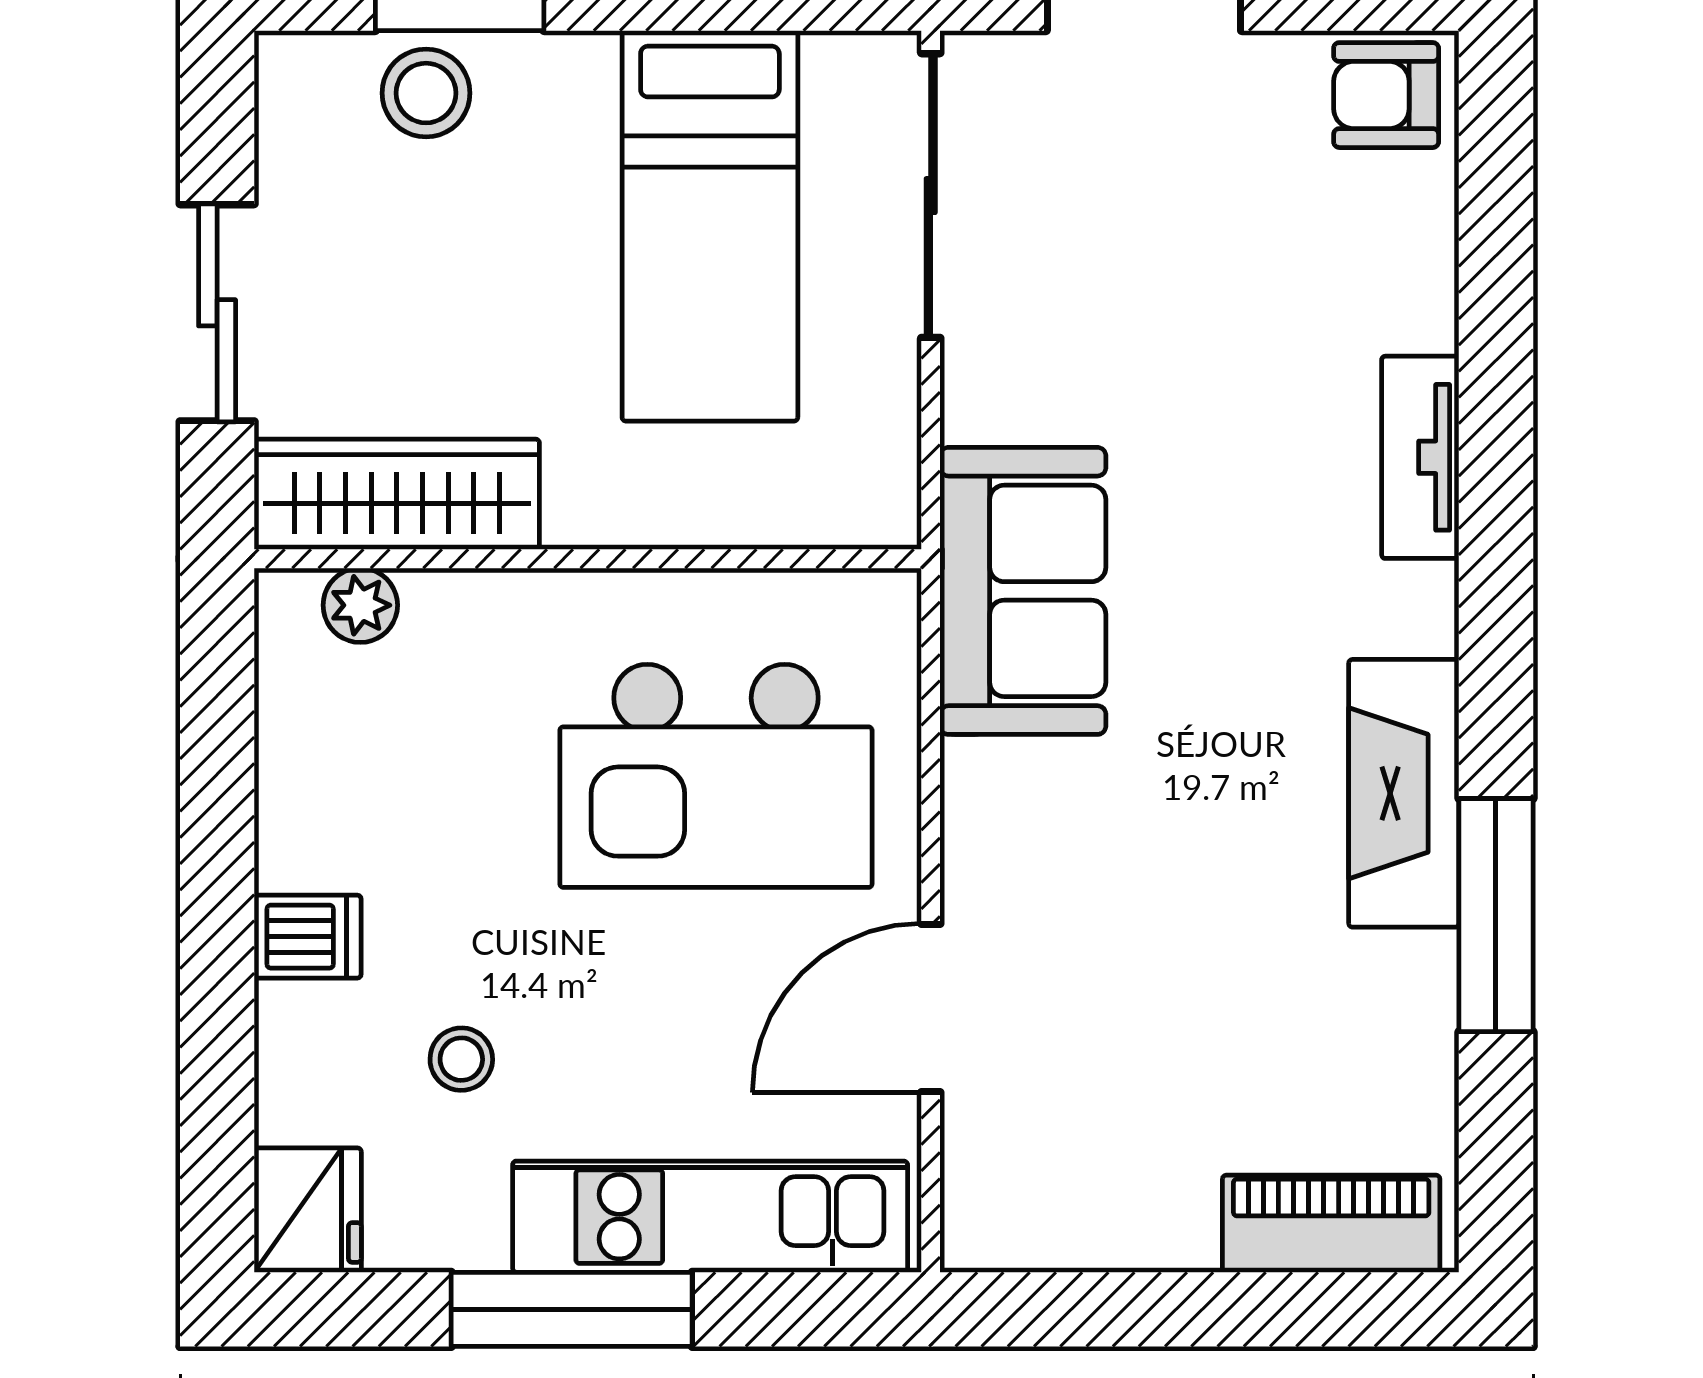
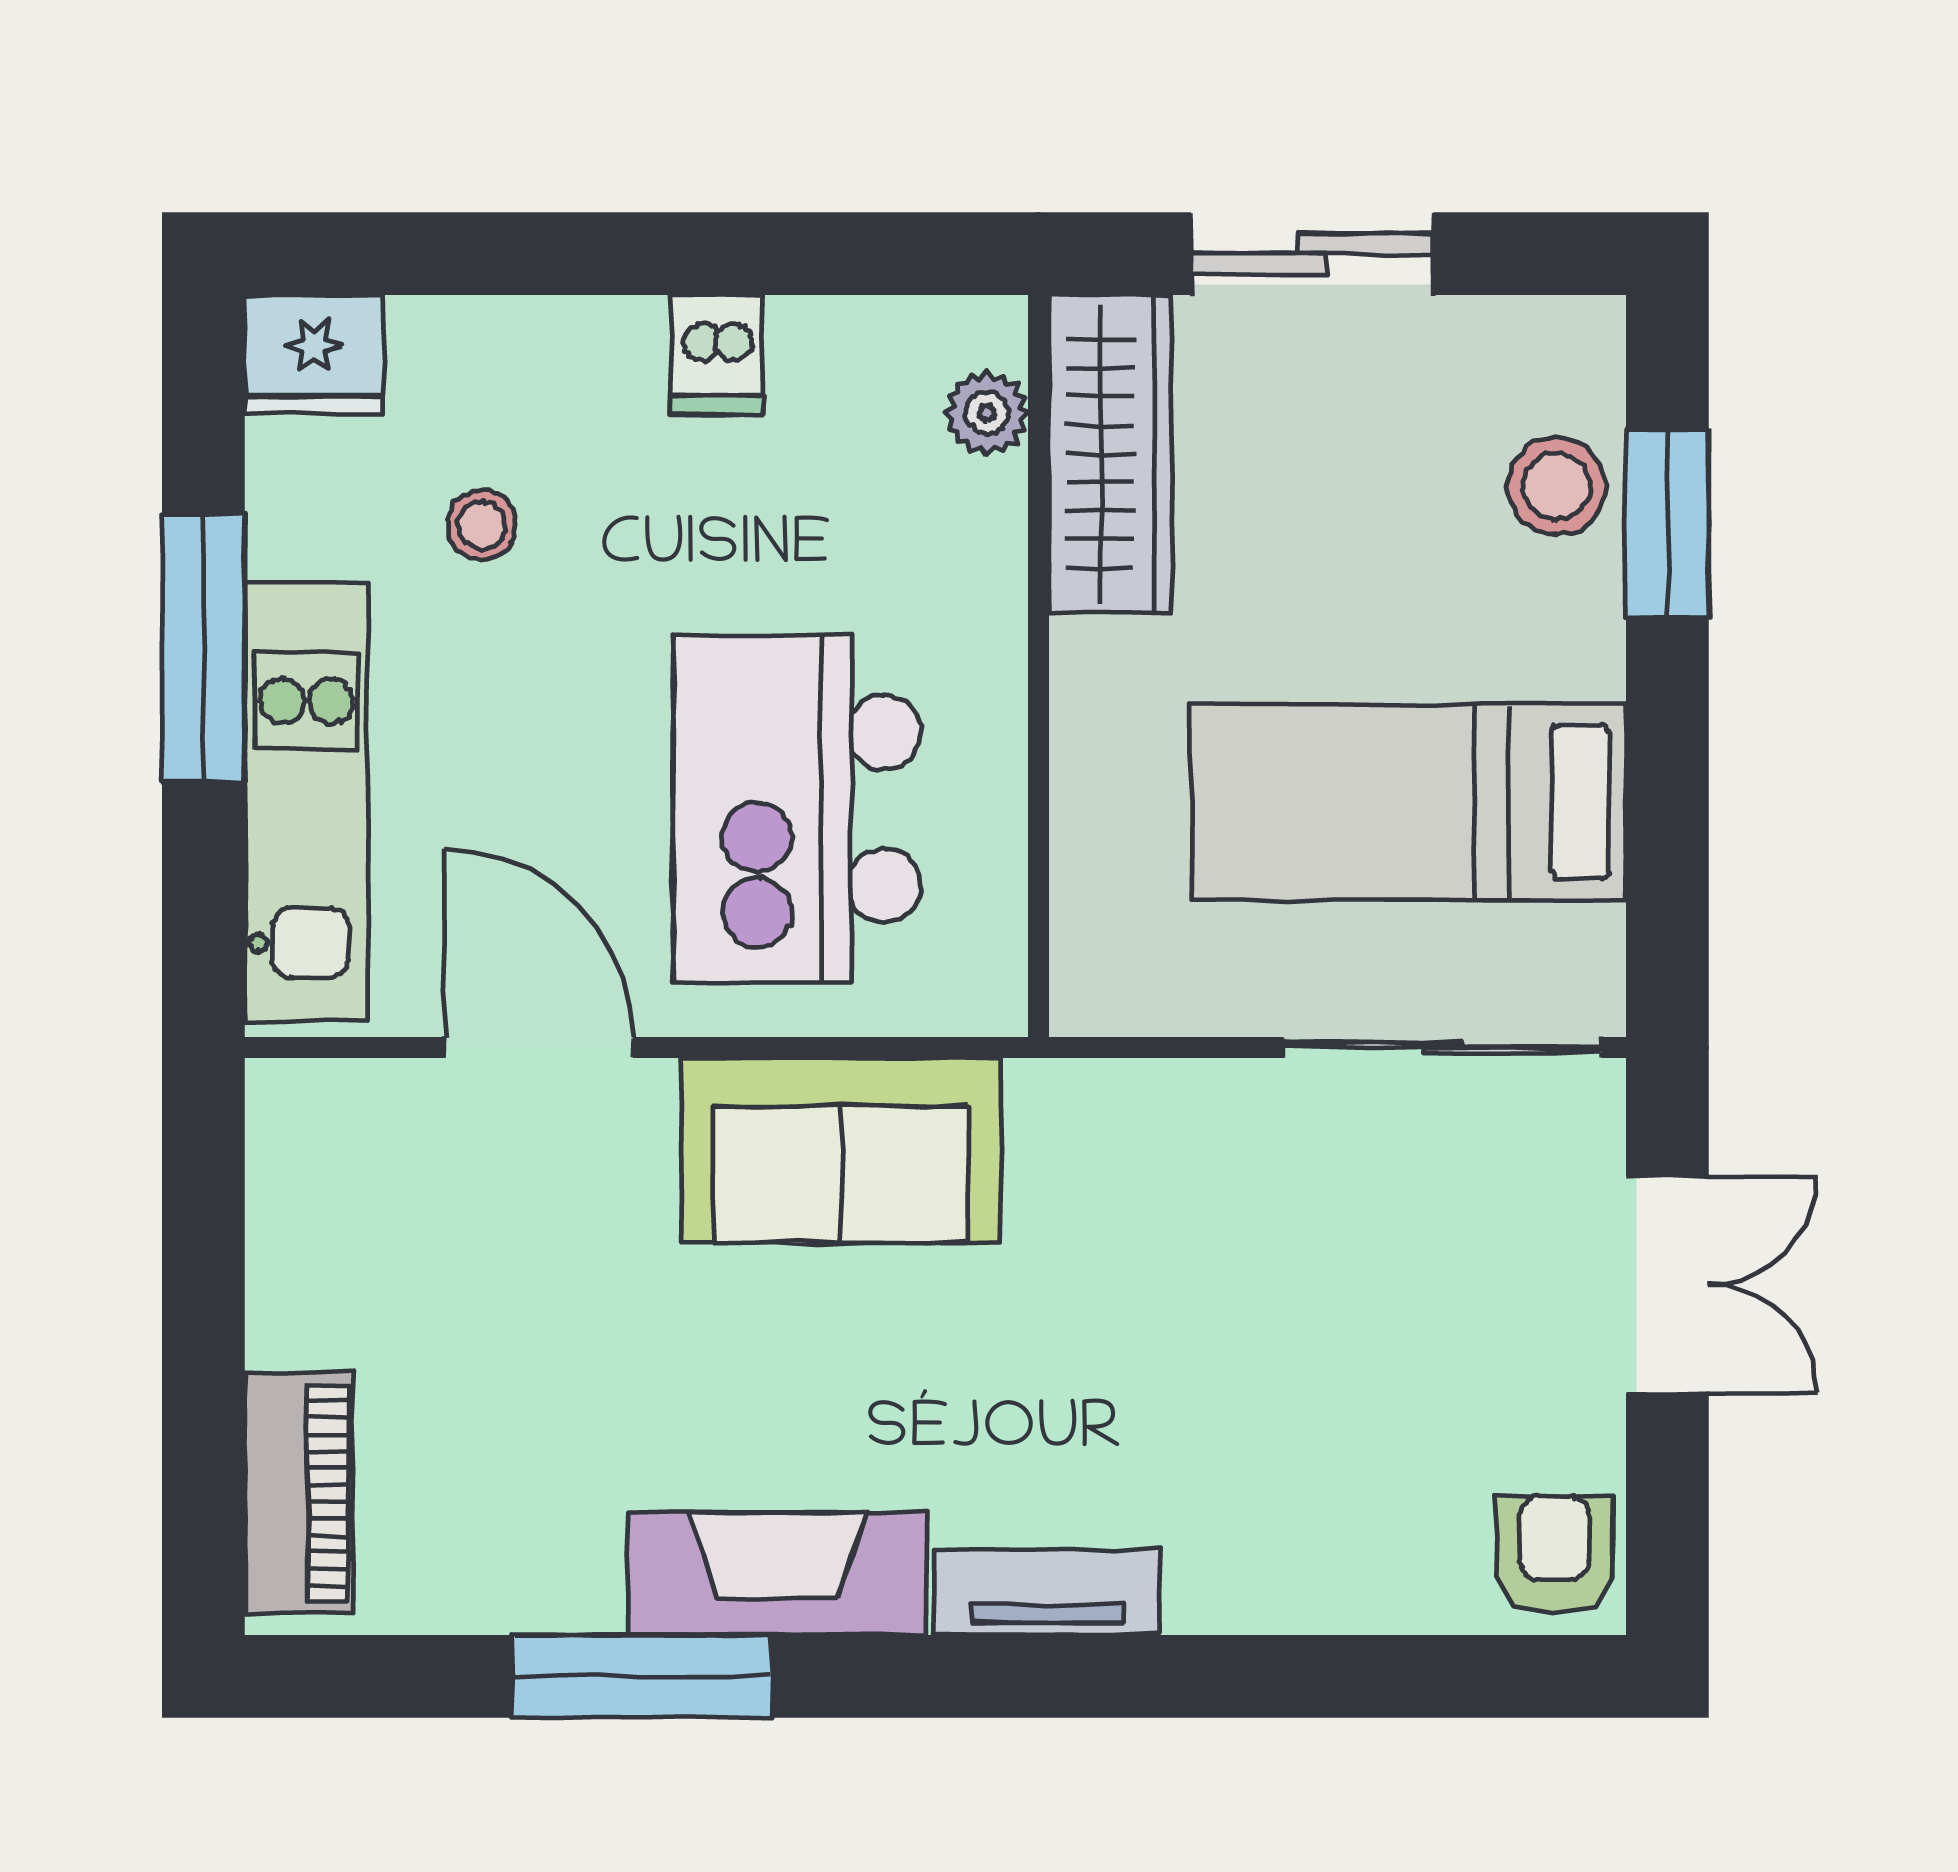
tv unit: (1420, 457) -> (1047, 1592), moved
sofa: (1023, 591) -> (841, 1150), moved
dishwasher: (308, 937) -> (717, 354), moved

